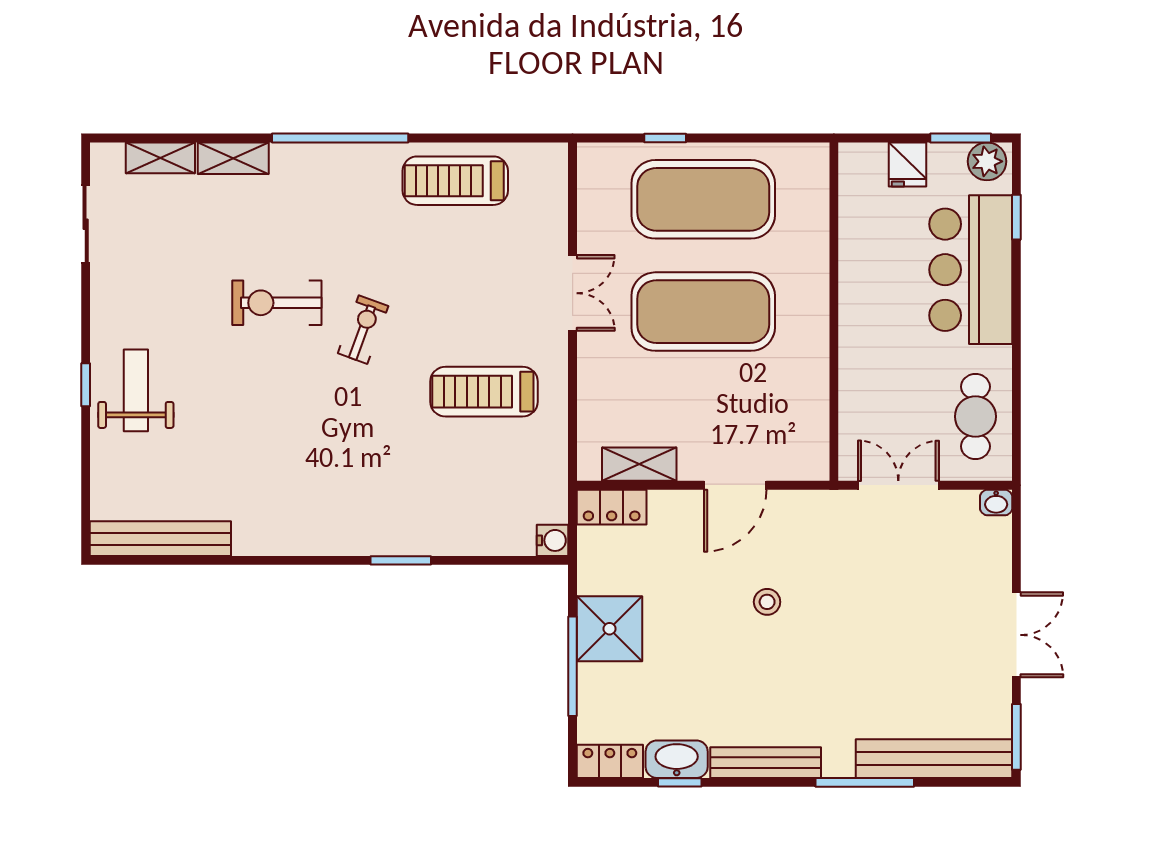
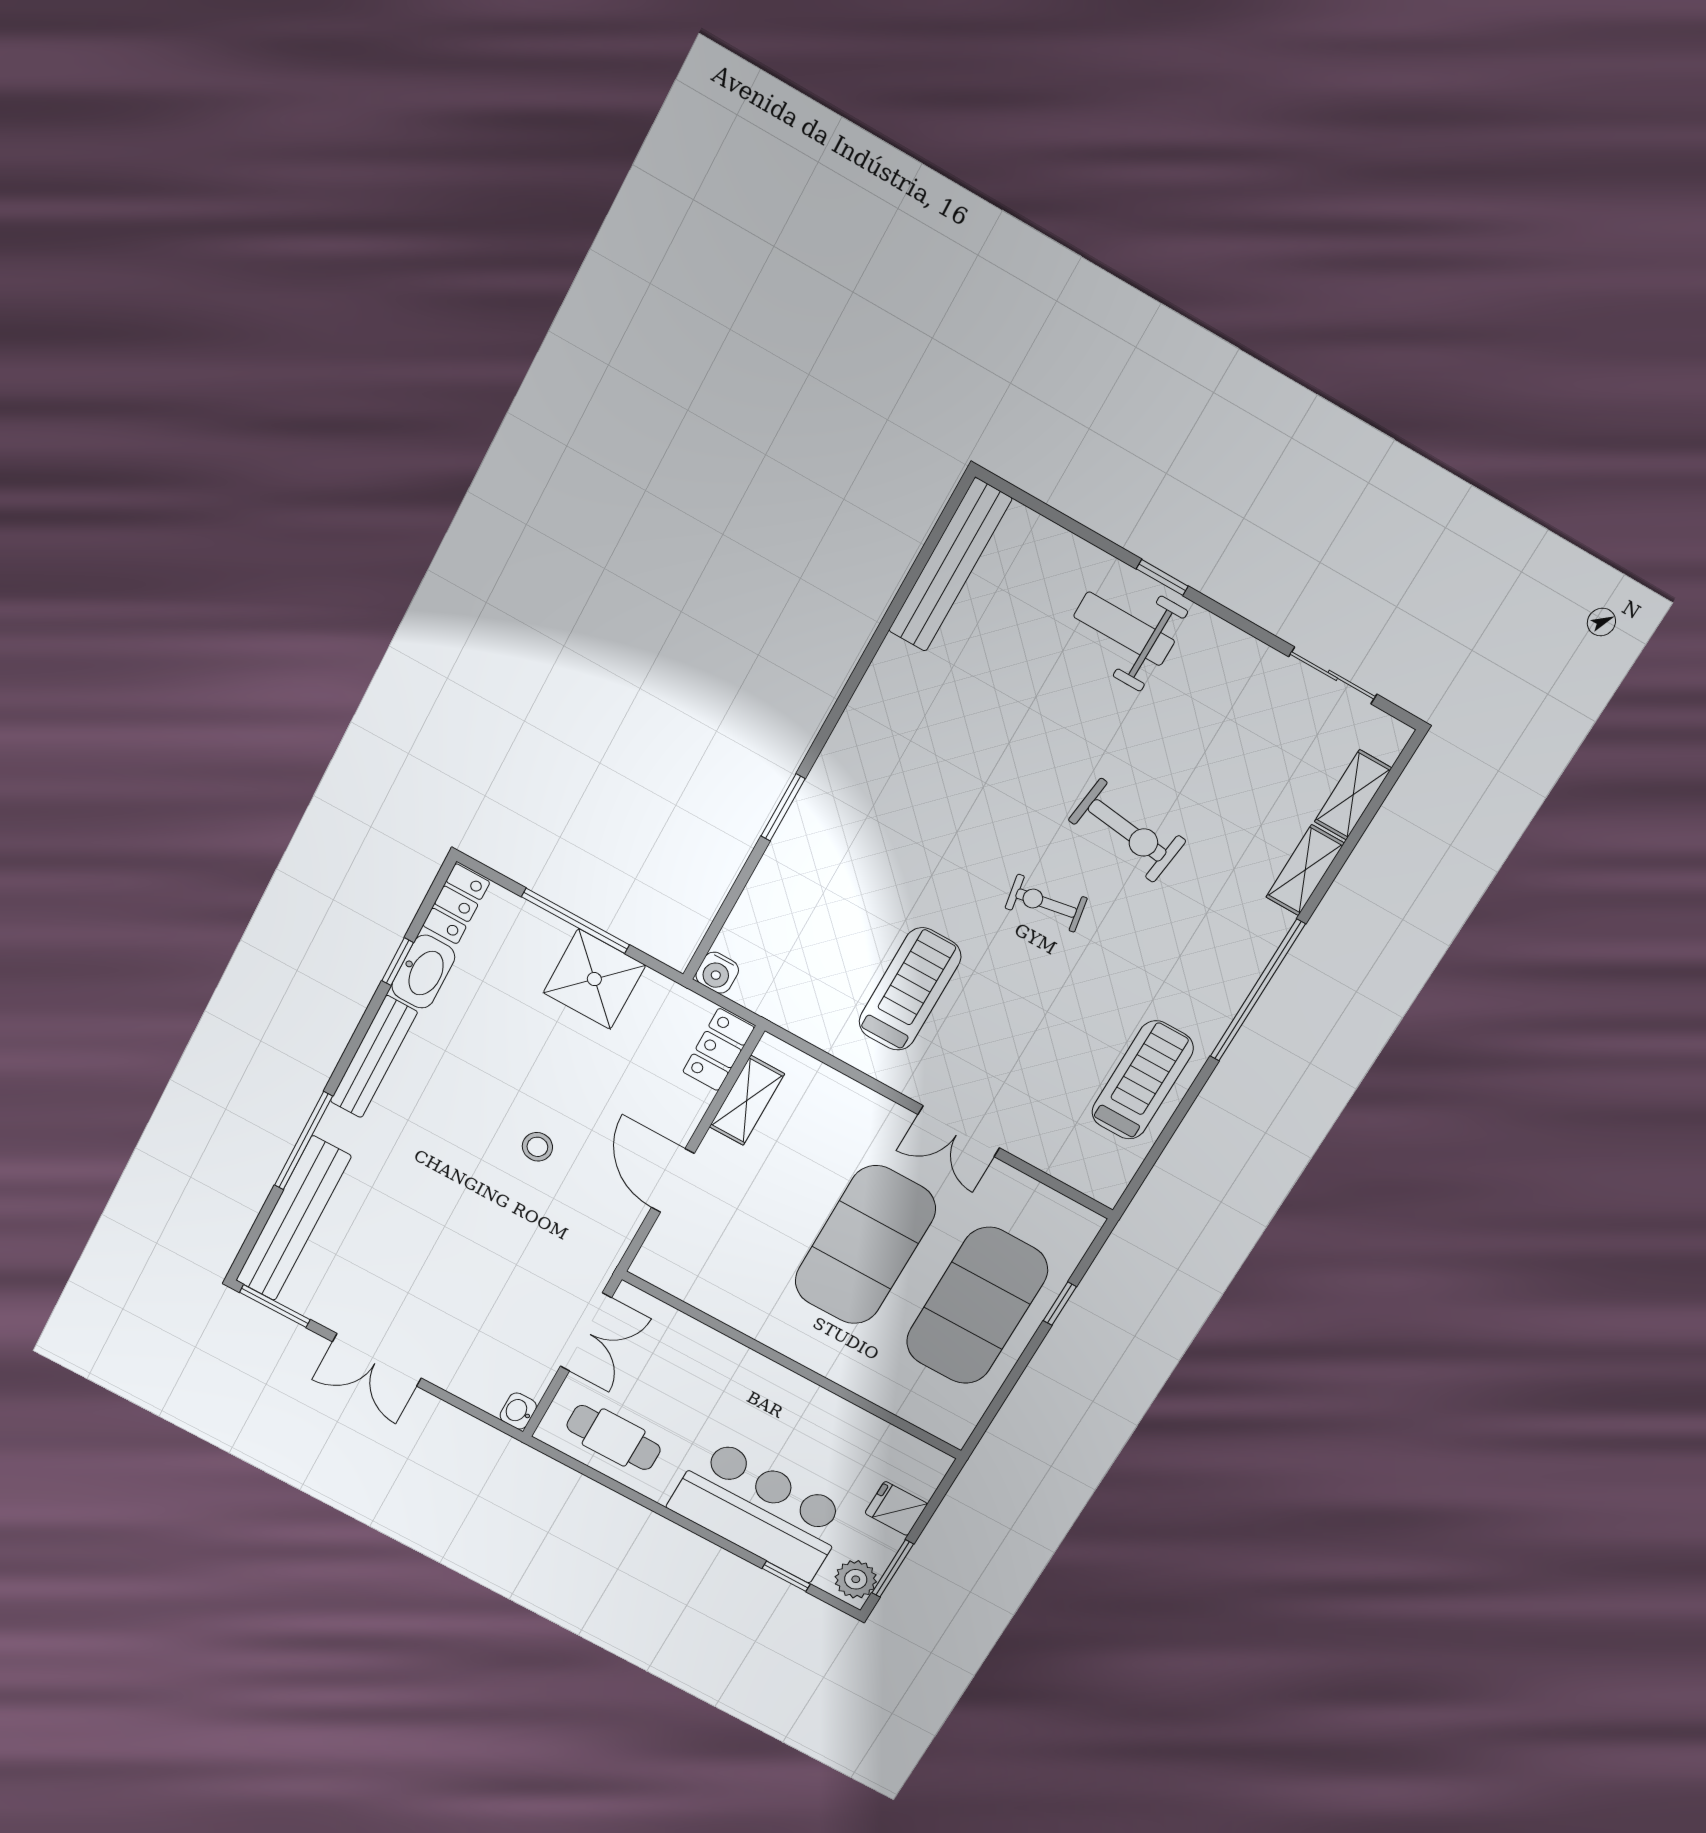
exercise bike: (277, 303) -> (1127, 830), turned 97
exercise bike: (363, 330) -> (1046, 903), turned 150
weight bench: (136, 390) -> (1124, 629), turned 180

